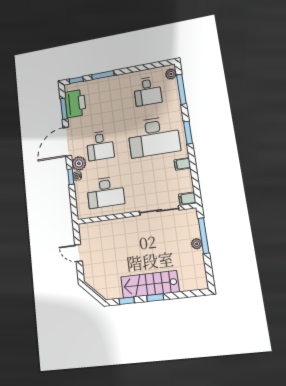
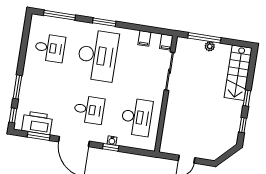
plant: (171, 74) -> (41, 20), removed
plant: (79, 163) -> (100, 136), removed
filing cabinet: (182, 164) -> (144, 38), moved
stairs: (150, 284) -> (238, 73), moved

